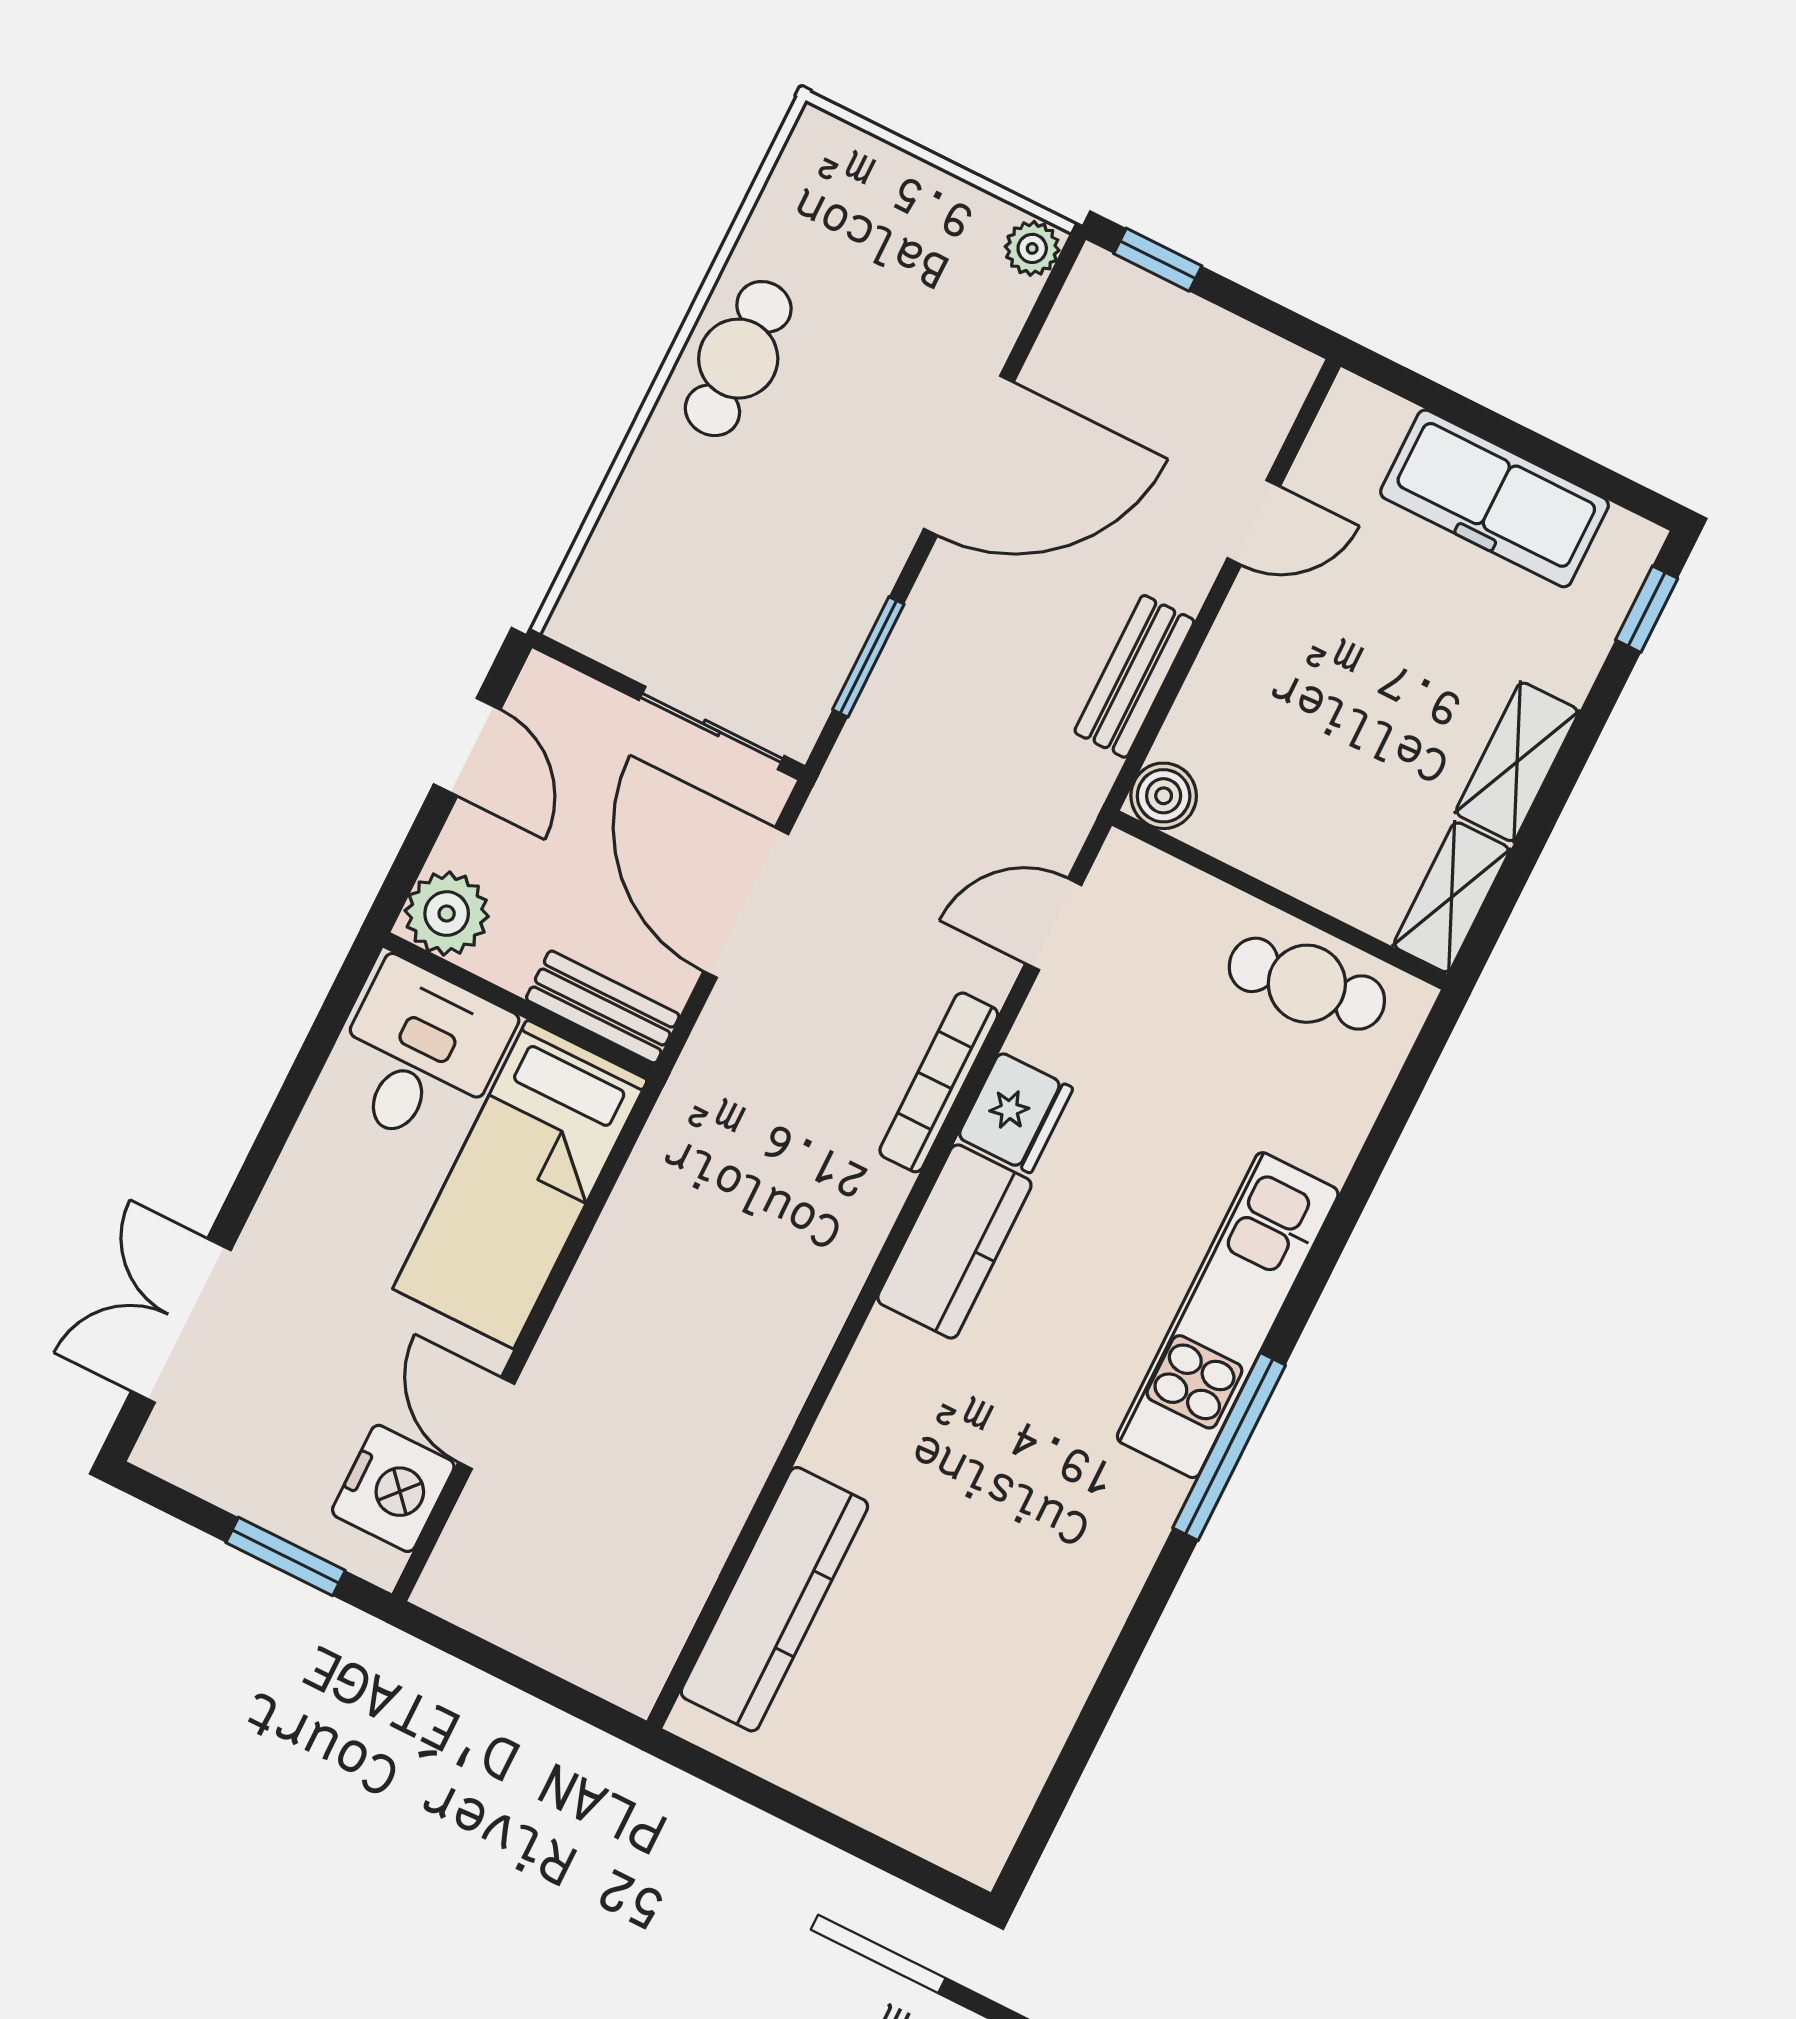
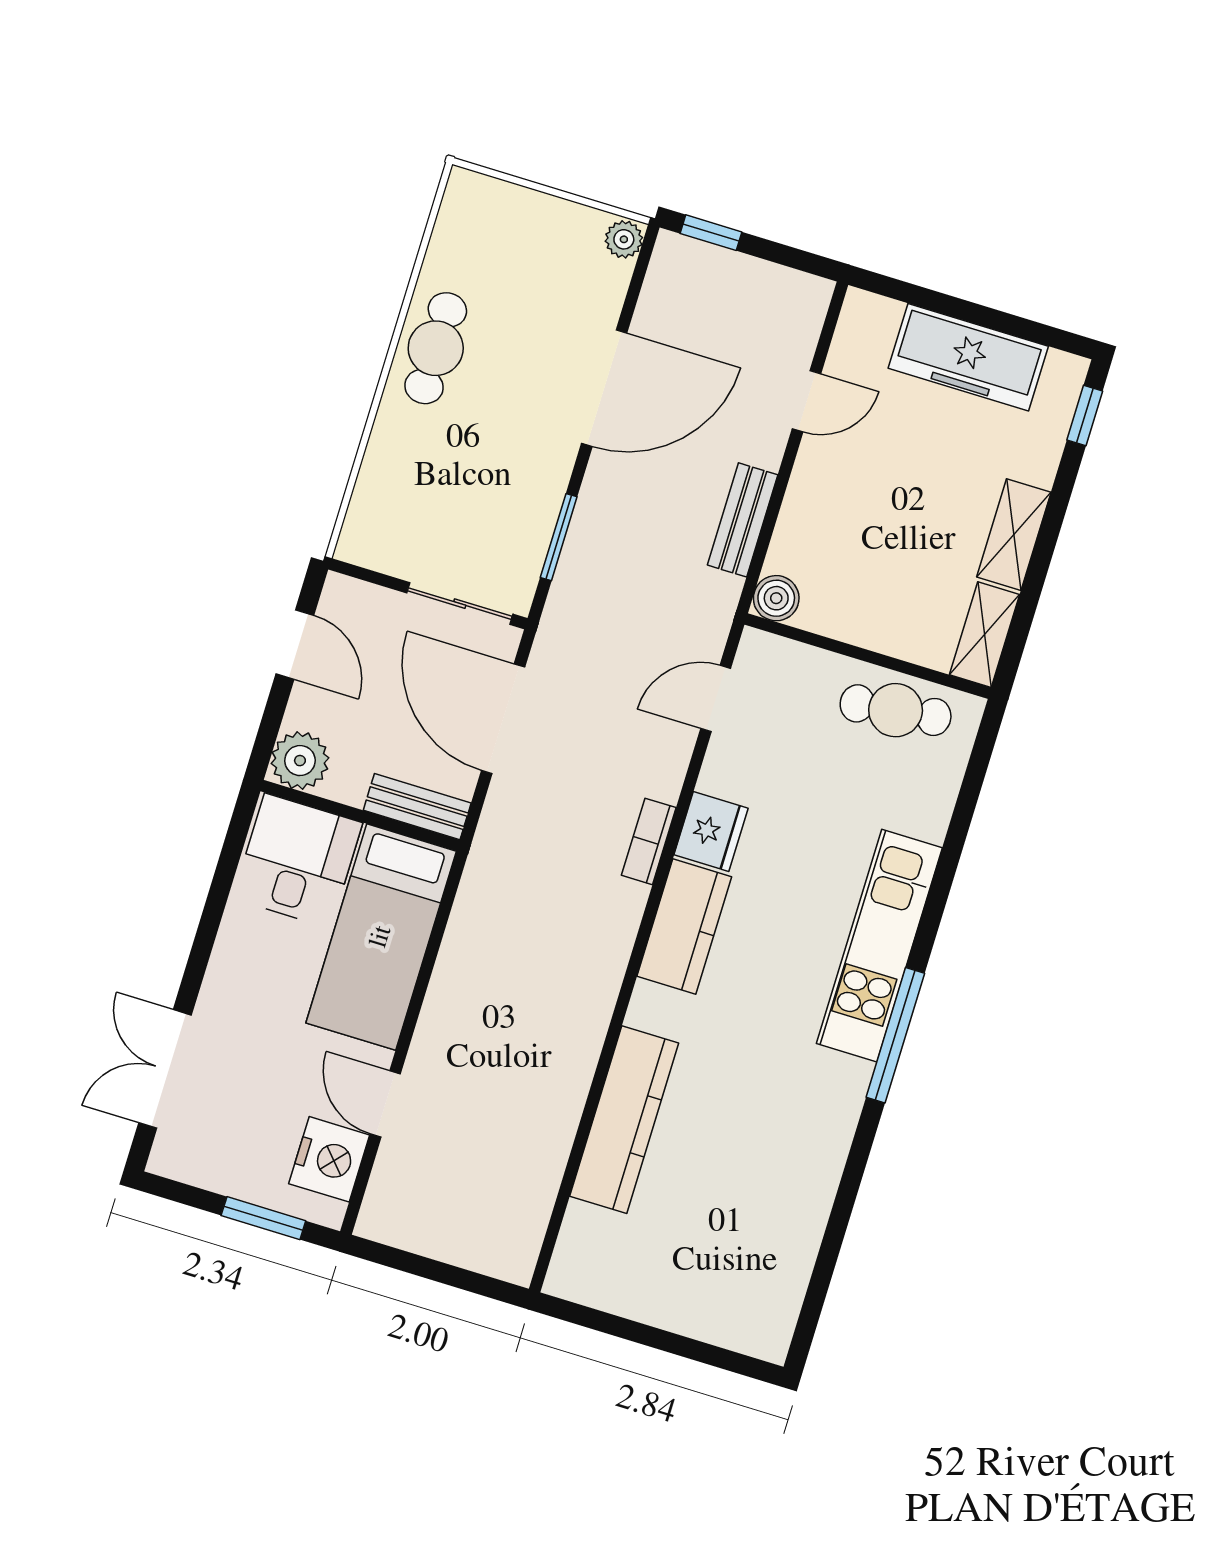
bookcase: (939, 1082) -> (649, 841), width x0.64
kitchen counter: (774, 1599) -> (624, 1120), moved

